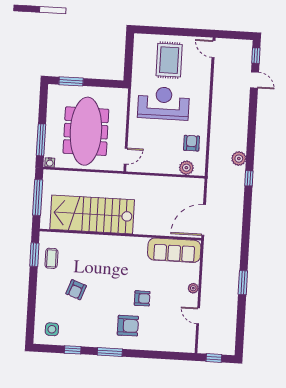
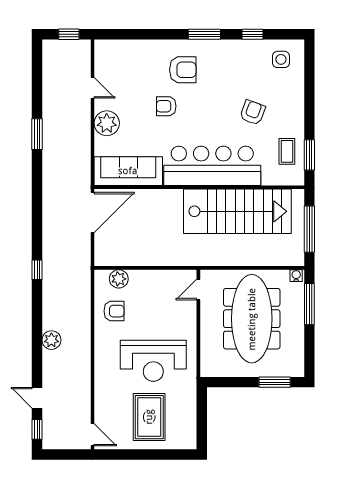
armchair: (192, 143) -> (114, 311), turned -90
plant: (239, 159) -> (51, 340), moved
bar counter: (109, 251) -> (212, 166), added
plant: (193, 288) -> (107, 123), width x1.87, depth x1.87
armchair: (128, 326) -> (183, 70), turned 180

